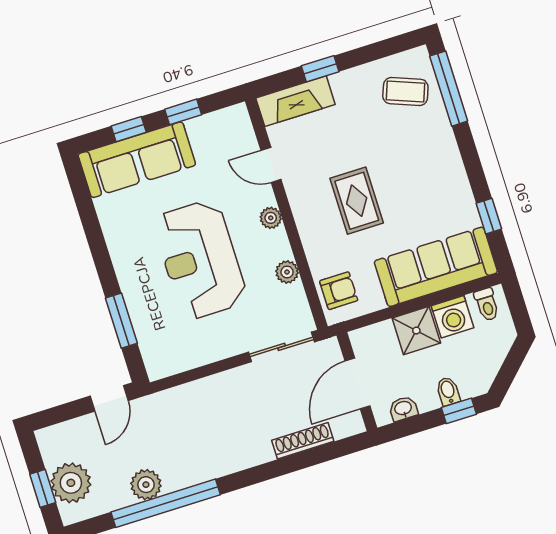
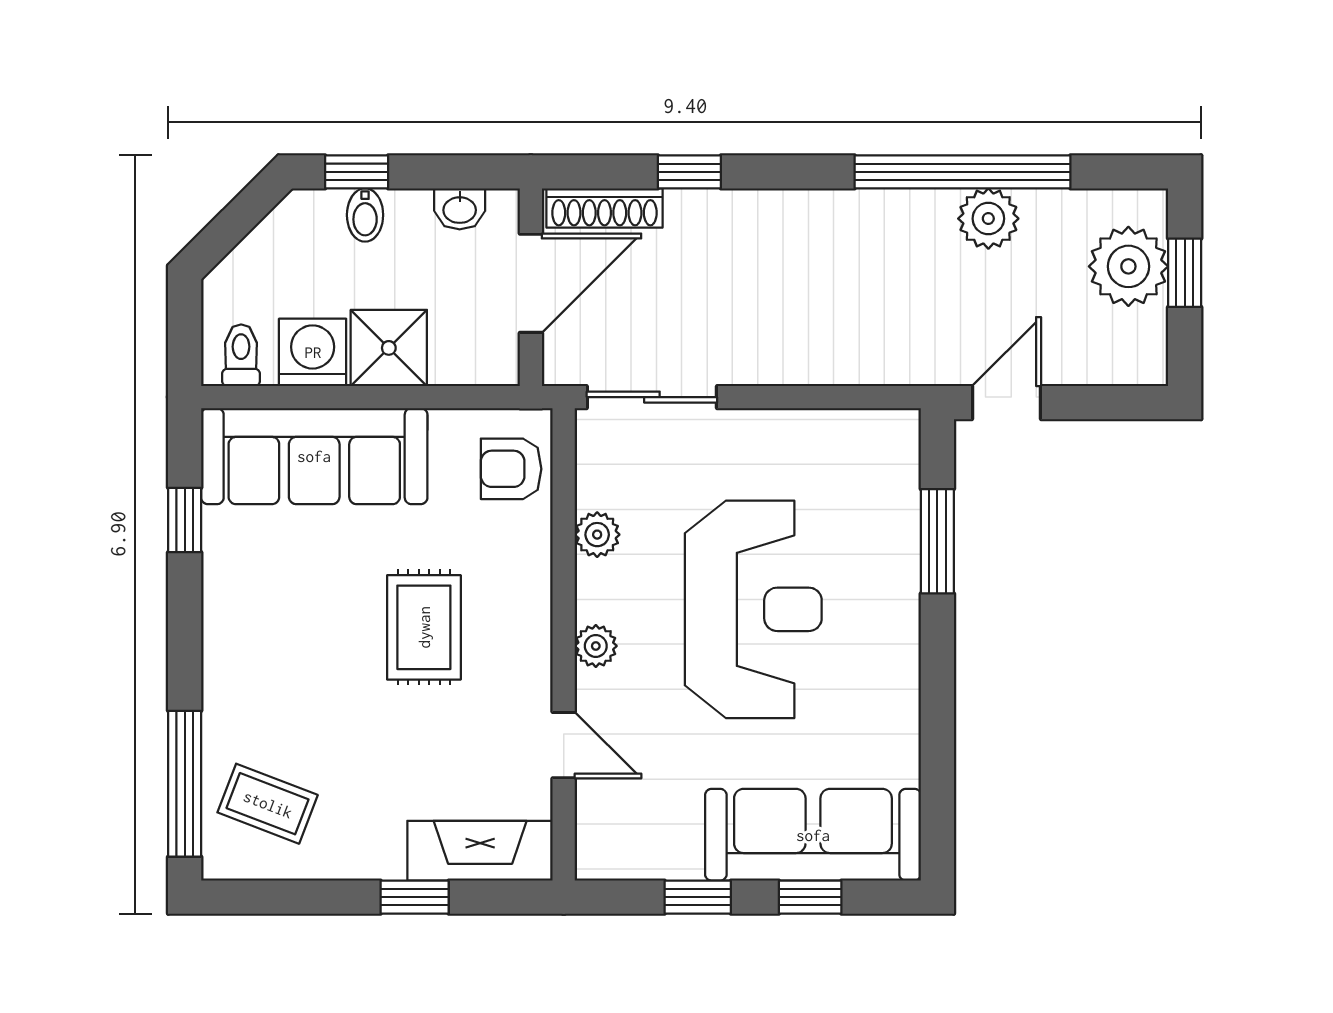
shoe rack: (303, 441) -> (605, 208), moved
window: (298, 462) -> (689, 172), added

